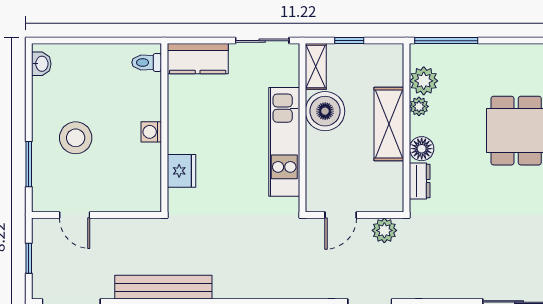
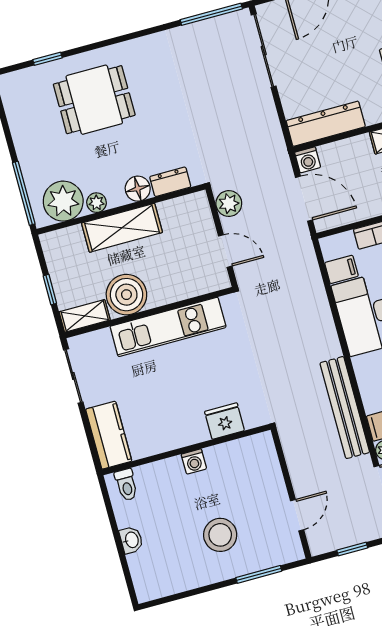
washbasin: (41, 64) -> (131, 540), moved, turned 90
plant: (424, 81) -> (63, 201), width x1.36, depth x1.36

